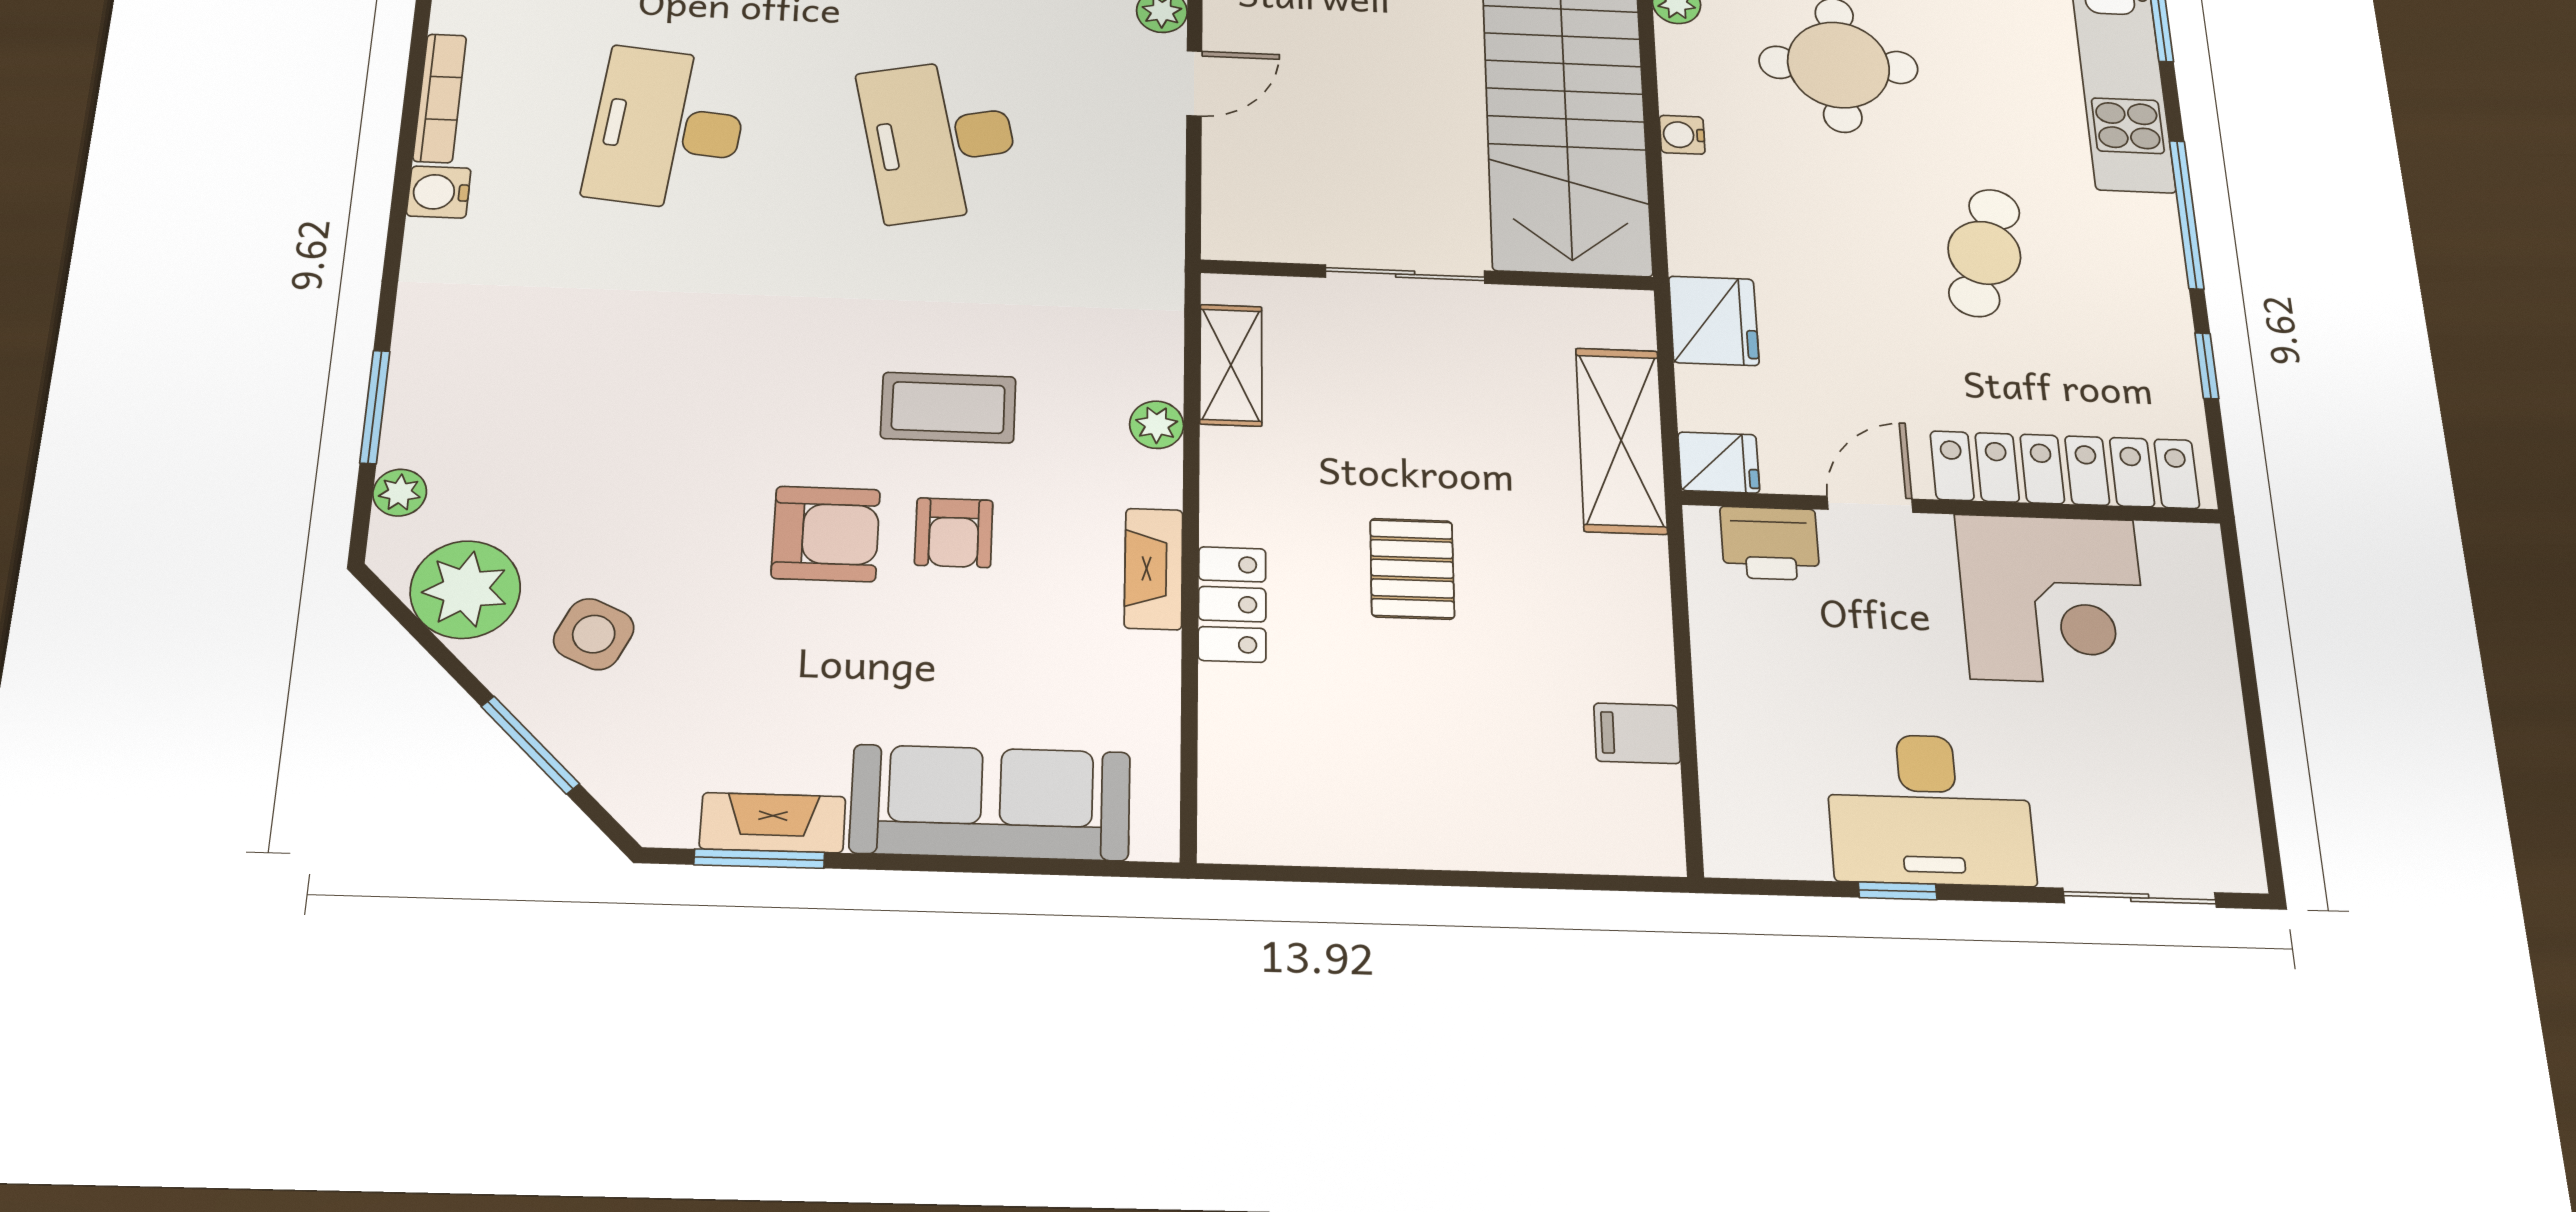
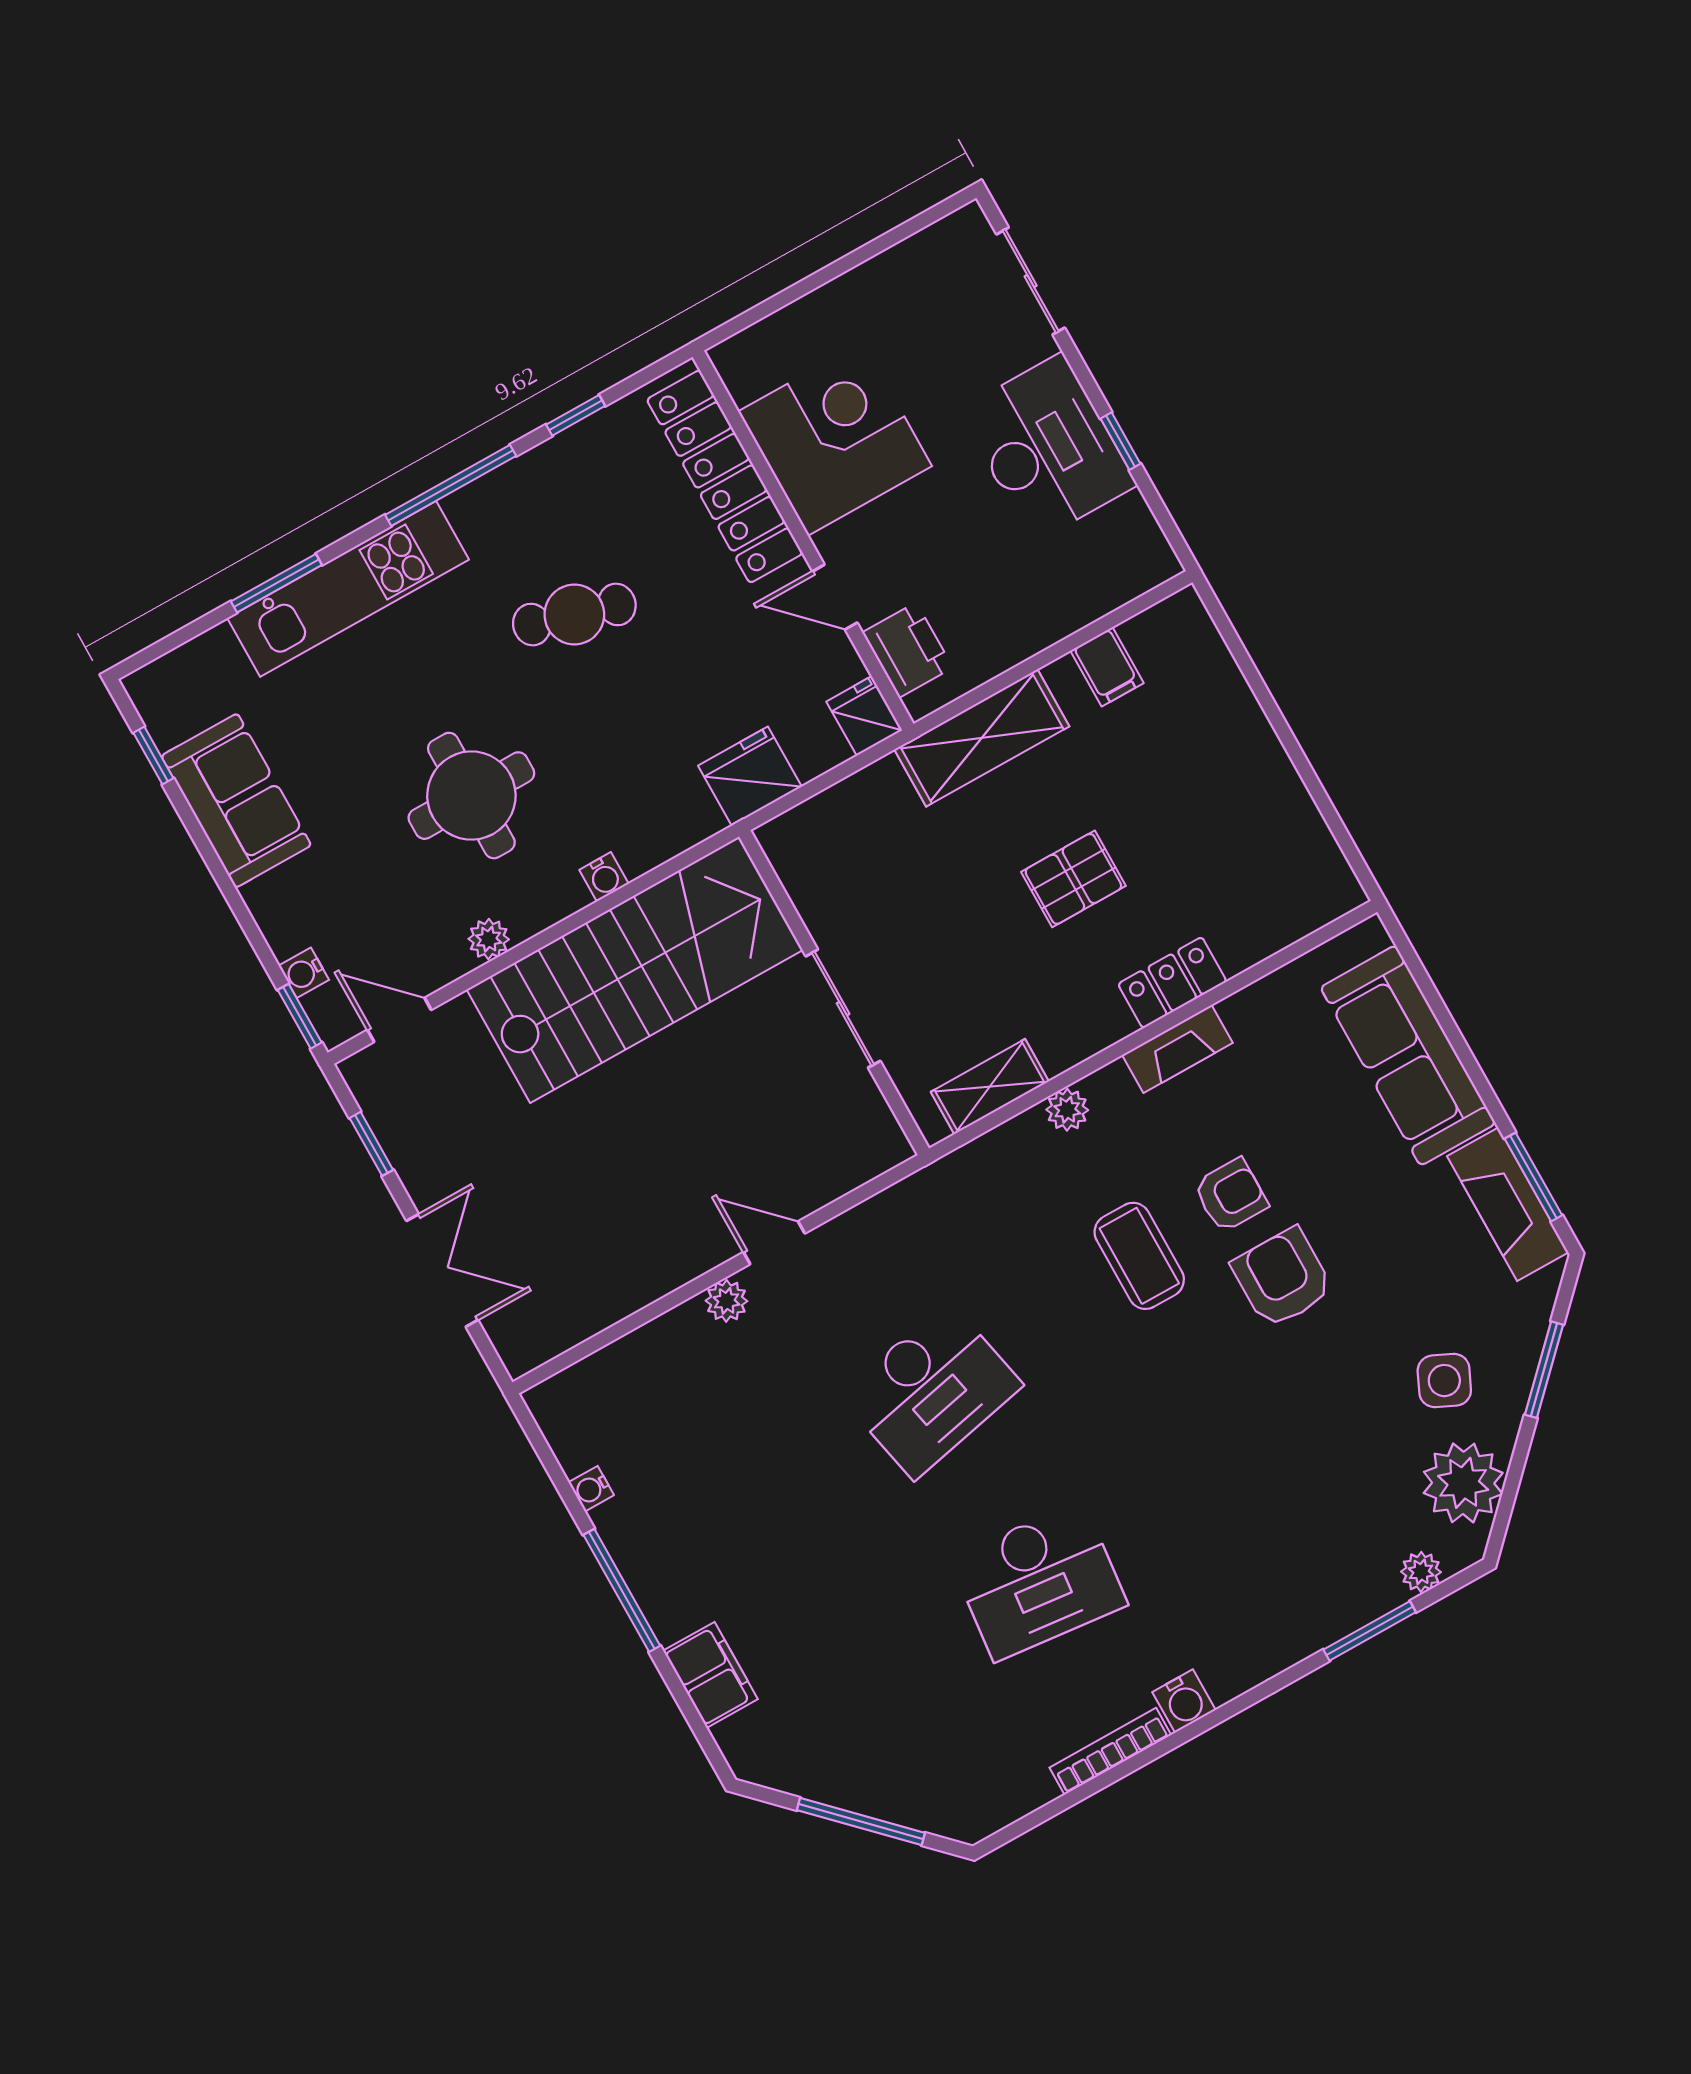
shelving: (1621, 440) -> (982, 738), moved
fireplace: (773, 823) -> (1508, 1204), width x1.37, depth x1.32

